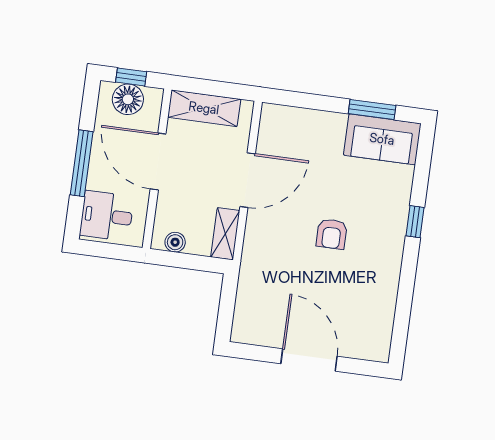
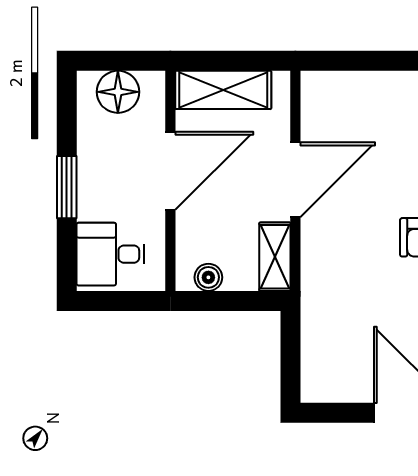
window: (131, 77) -> (118, 61), removed
door: (158, 161) -> (170, 171), swing flipped
window: (82, 163) -> (67, 187), width x0.69

